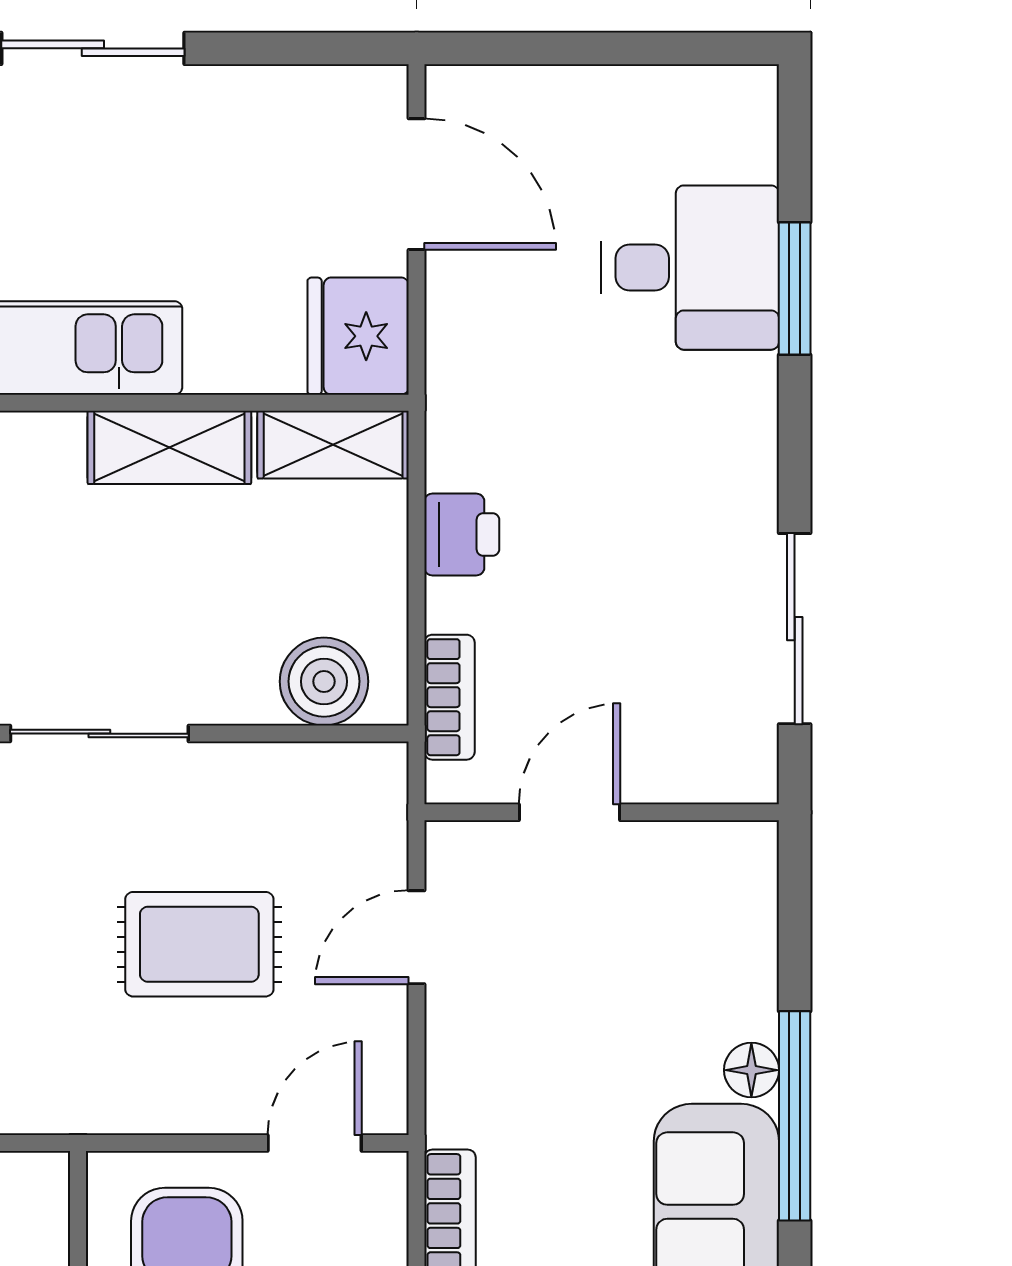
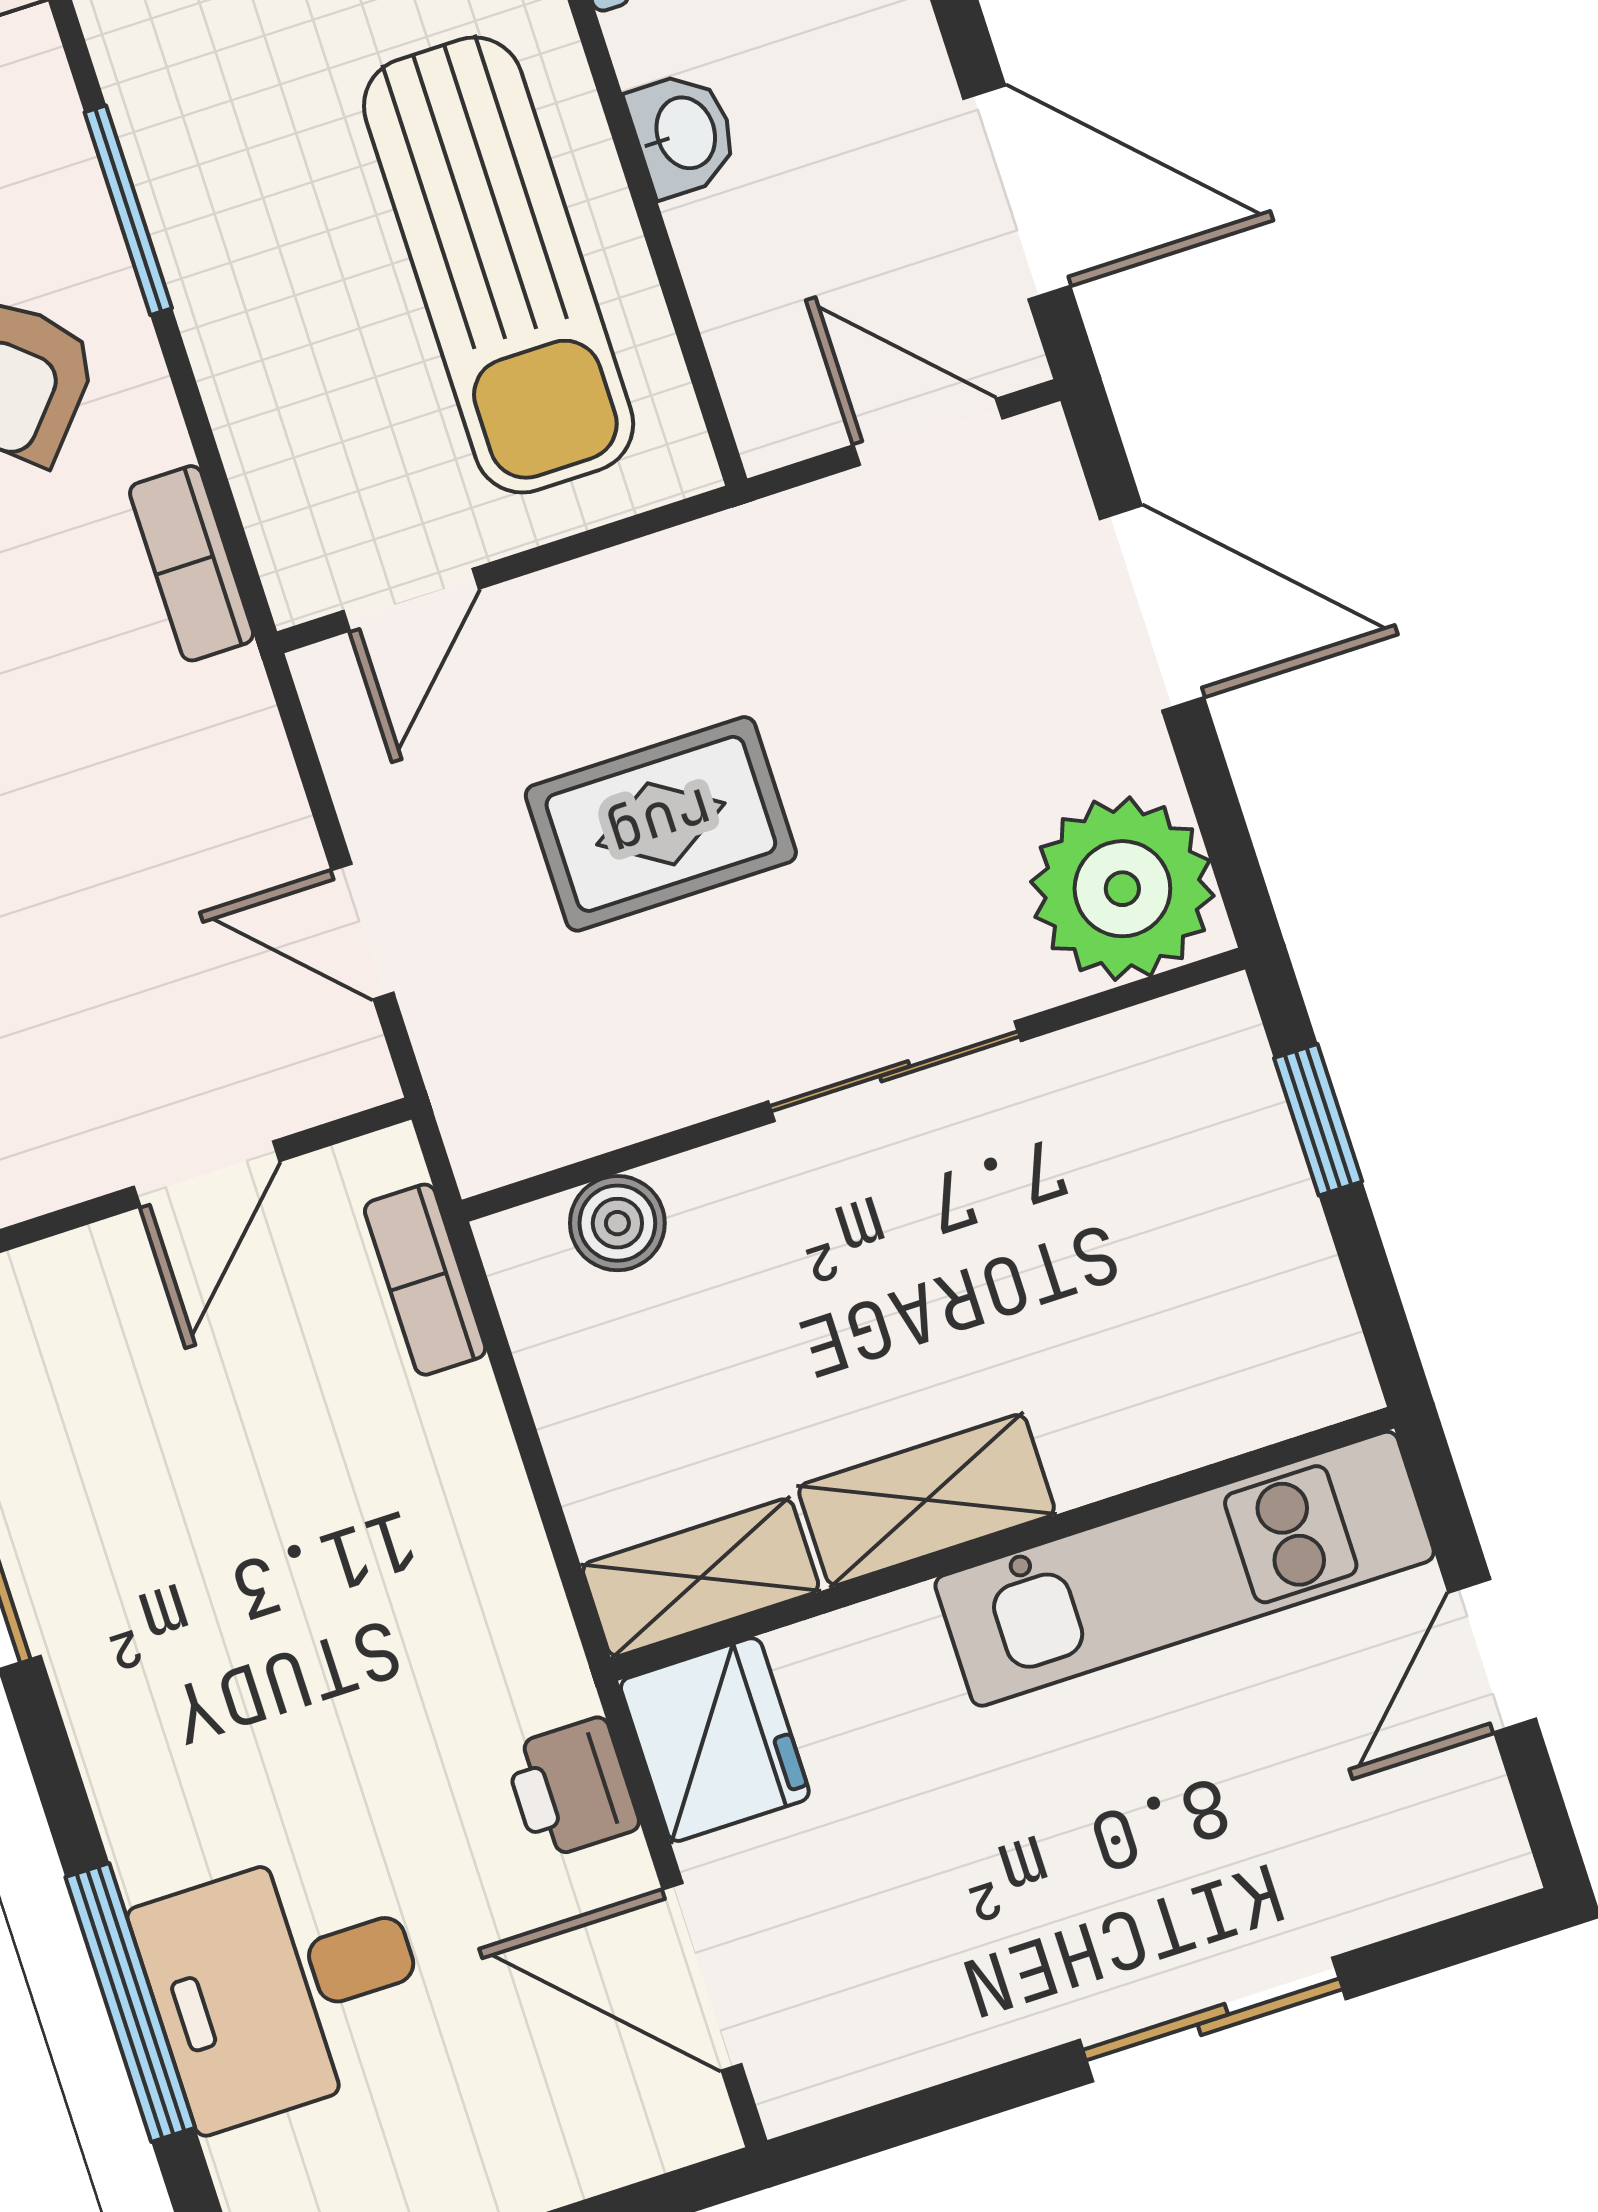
window: (795, 289) -> (130, 2002), width x1.44
printer: (462, 535) -> (571, 1788), moved
boiler: (324, 681) -> (617, 1223), width x0.73, depth x0.73
door: (417, 937) -> (363, 932), swing flipped

